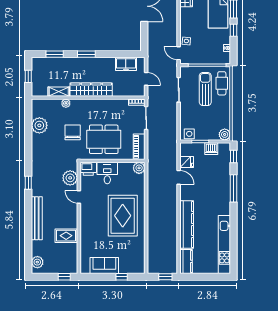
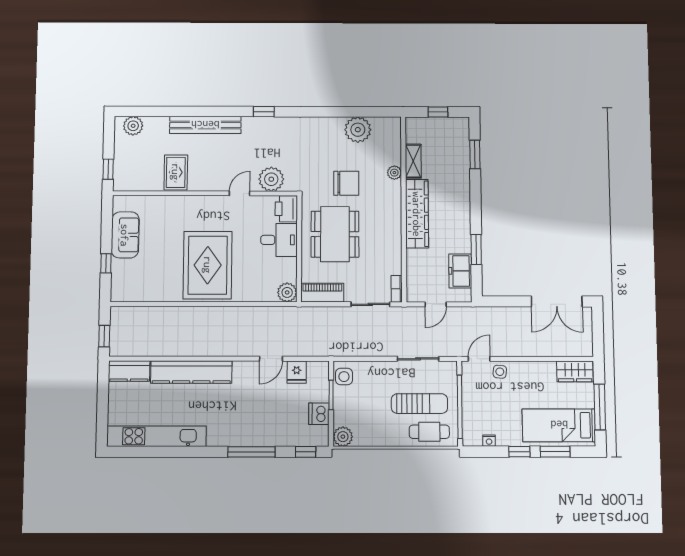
window: (86, 54) -> (476, 249), moved
rug: (123, 216) -> (208, 265), turned 90

